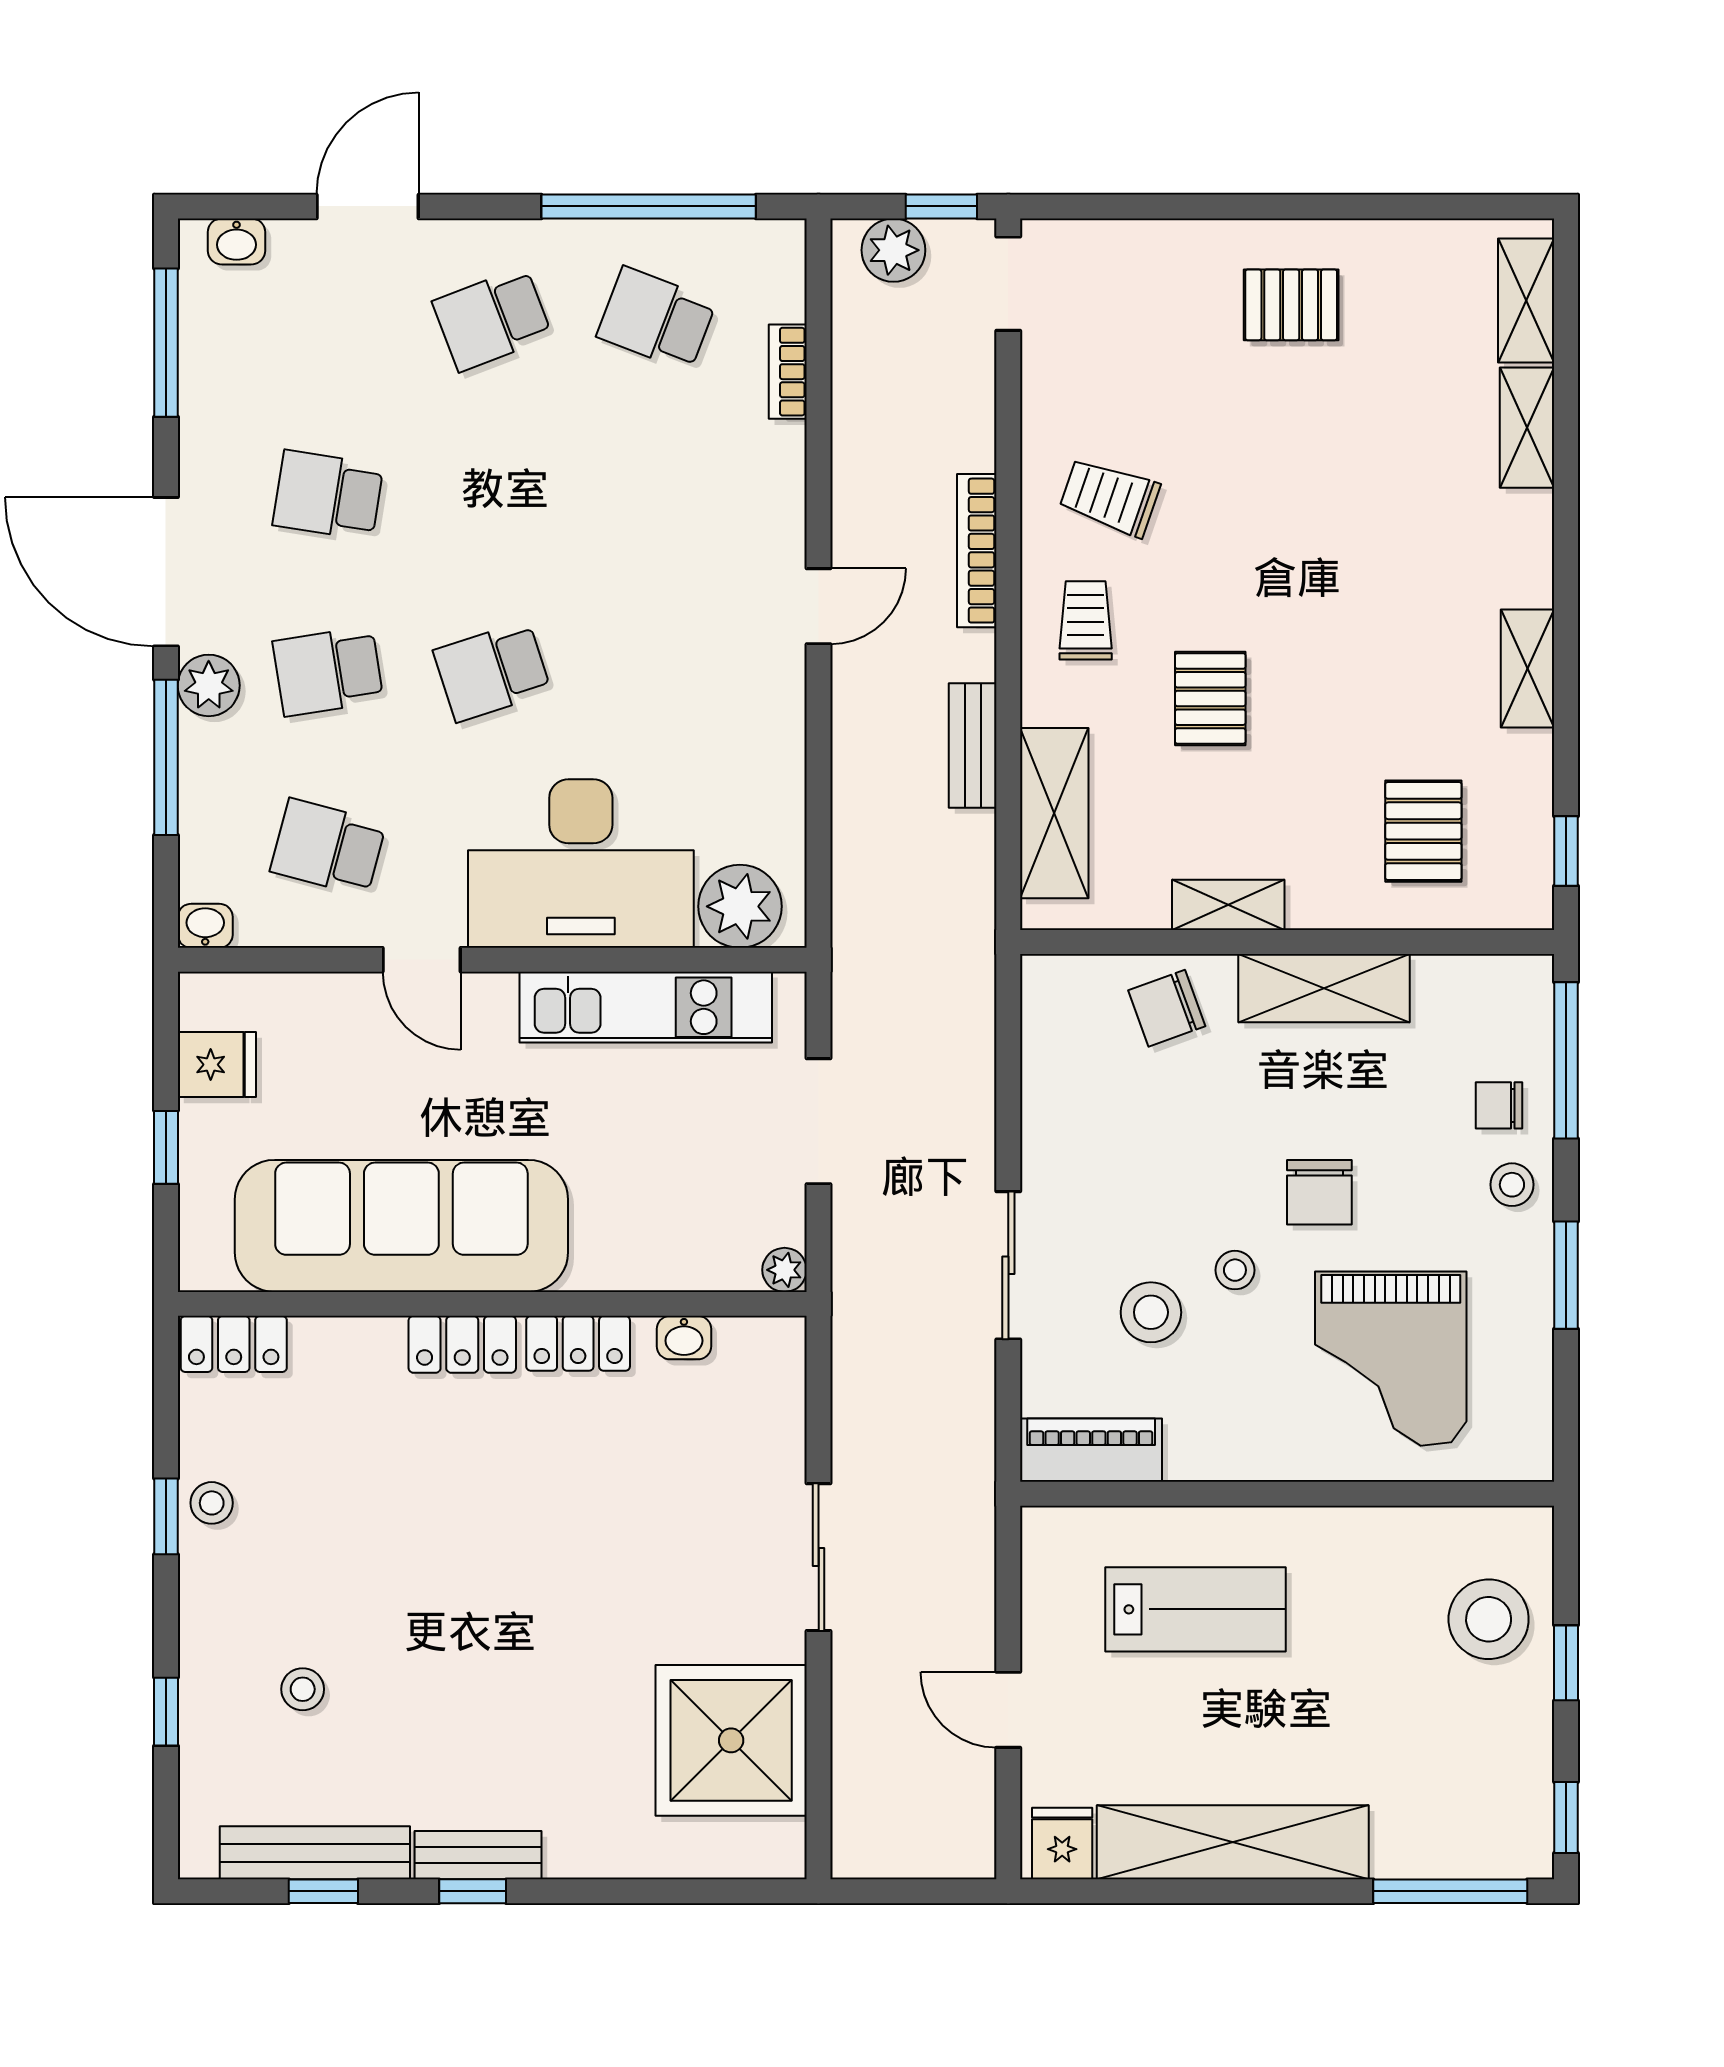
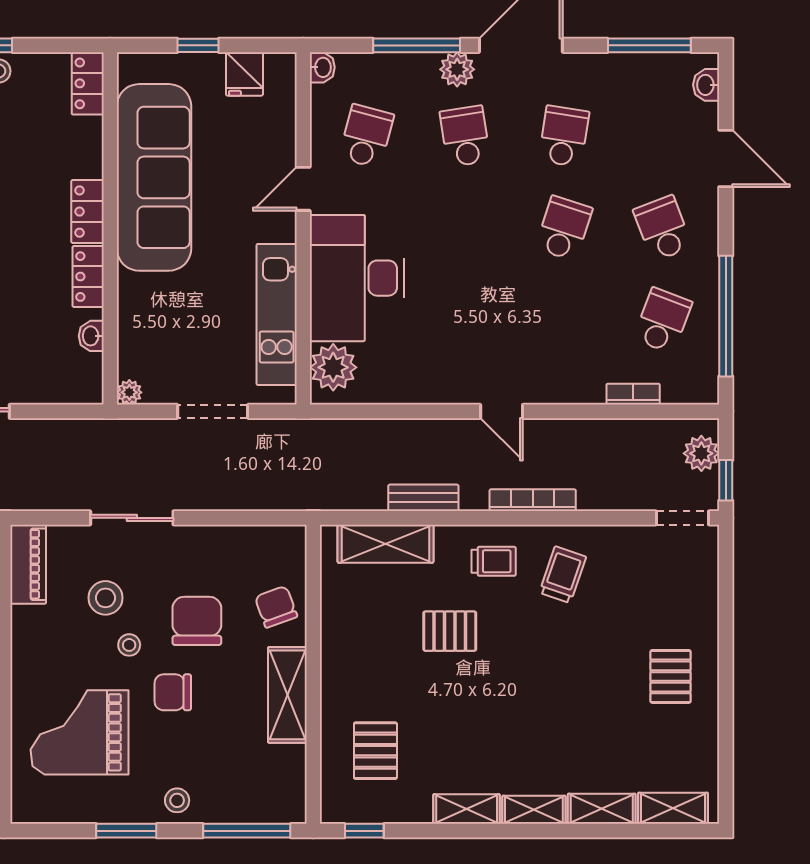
school desk: (492, 671) -> (564, 228), moved, turned 36
pallet: (1423, 831) -> (375, 751), turned 90
shelving: (1228, 905) -> (534, 810), moved, turned 90
chair: (1499, 1105) -> (197, 621), moved, width x1.87, depth x1.87

